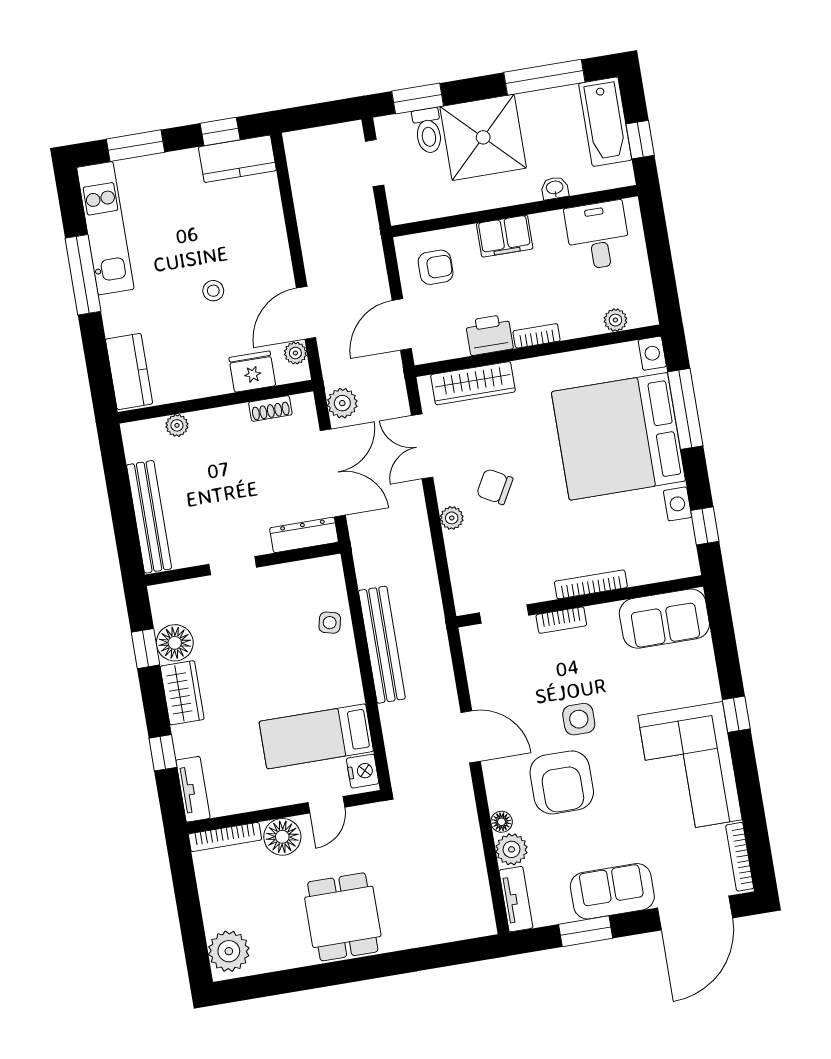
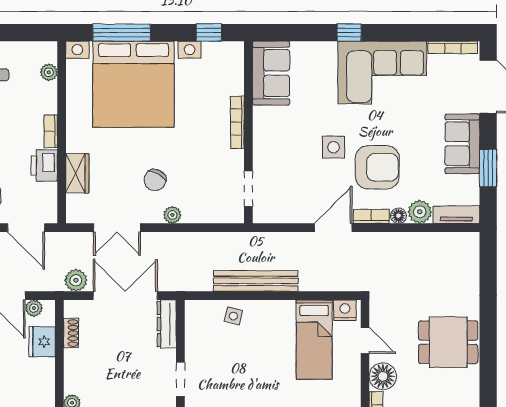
wardrobe: (473, 383) -> (77, 173), width x0.67
bookcase: (561, 620) -> (371, 216), moved, turned -90

